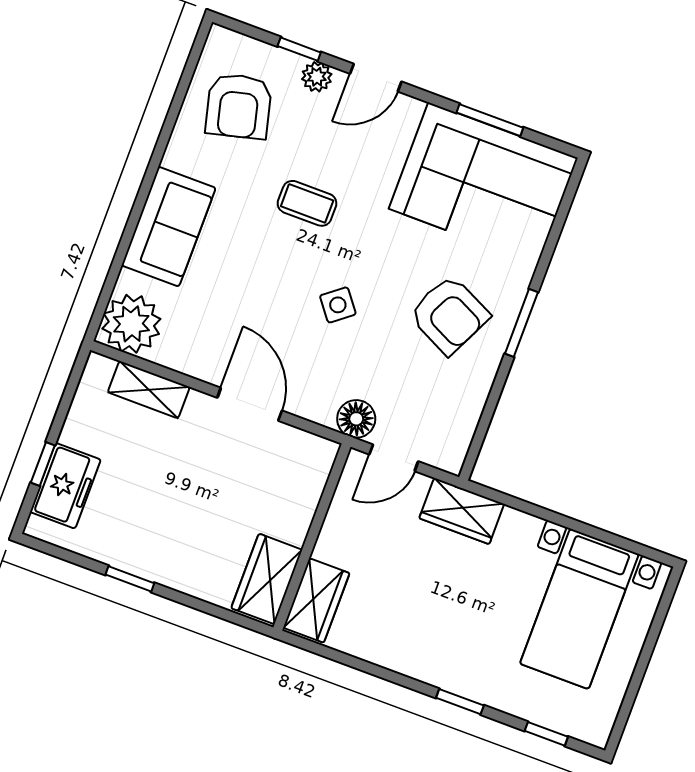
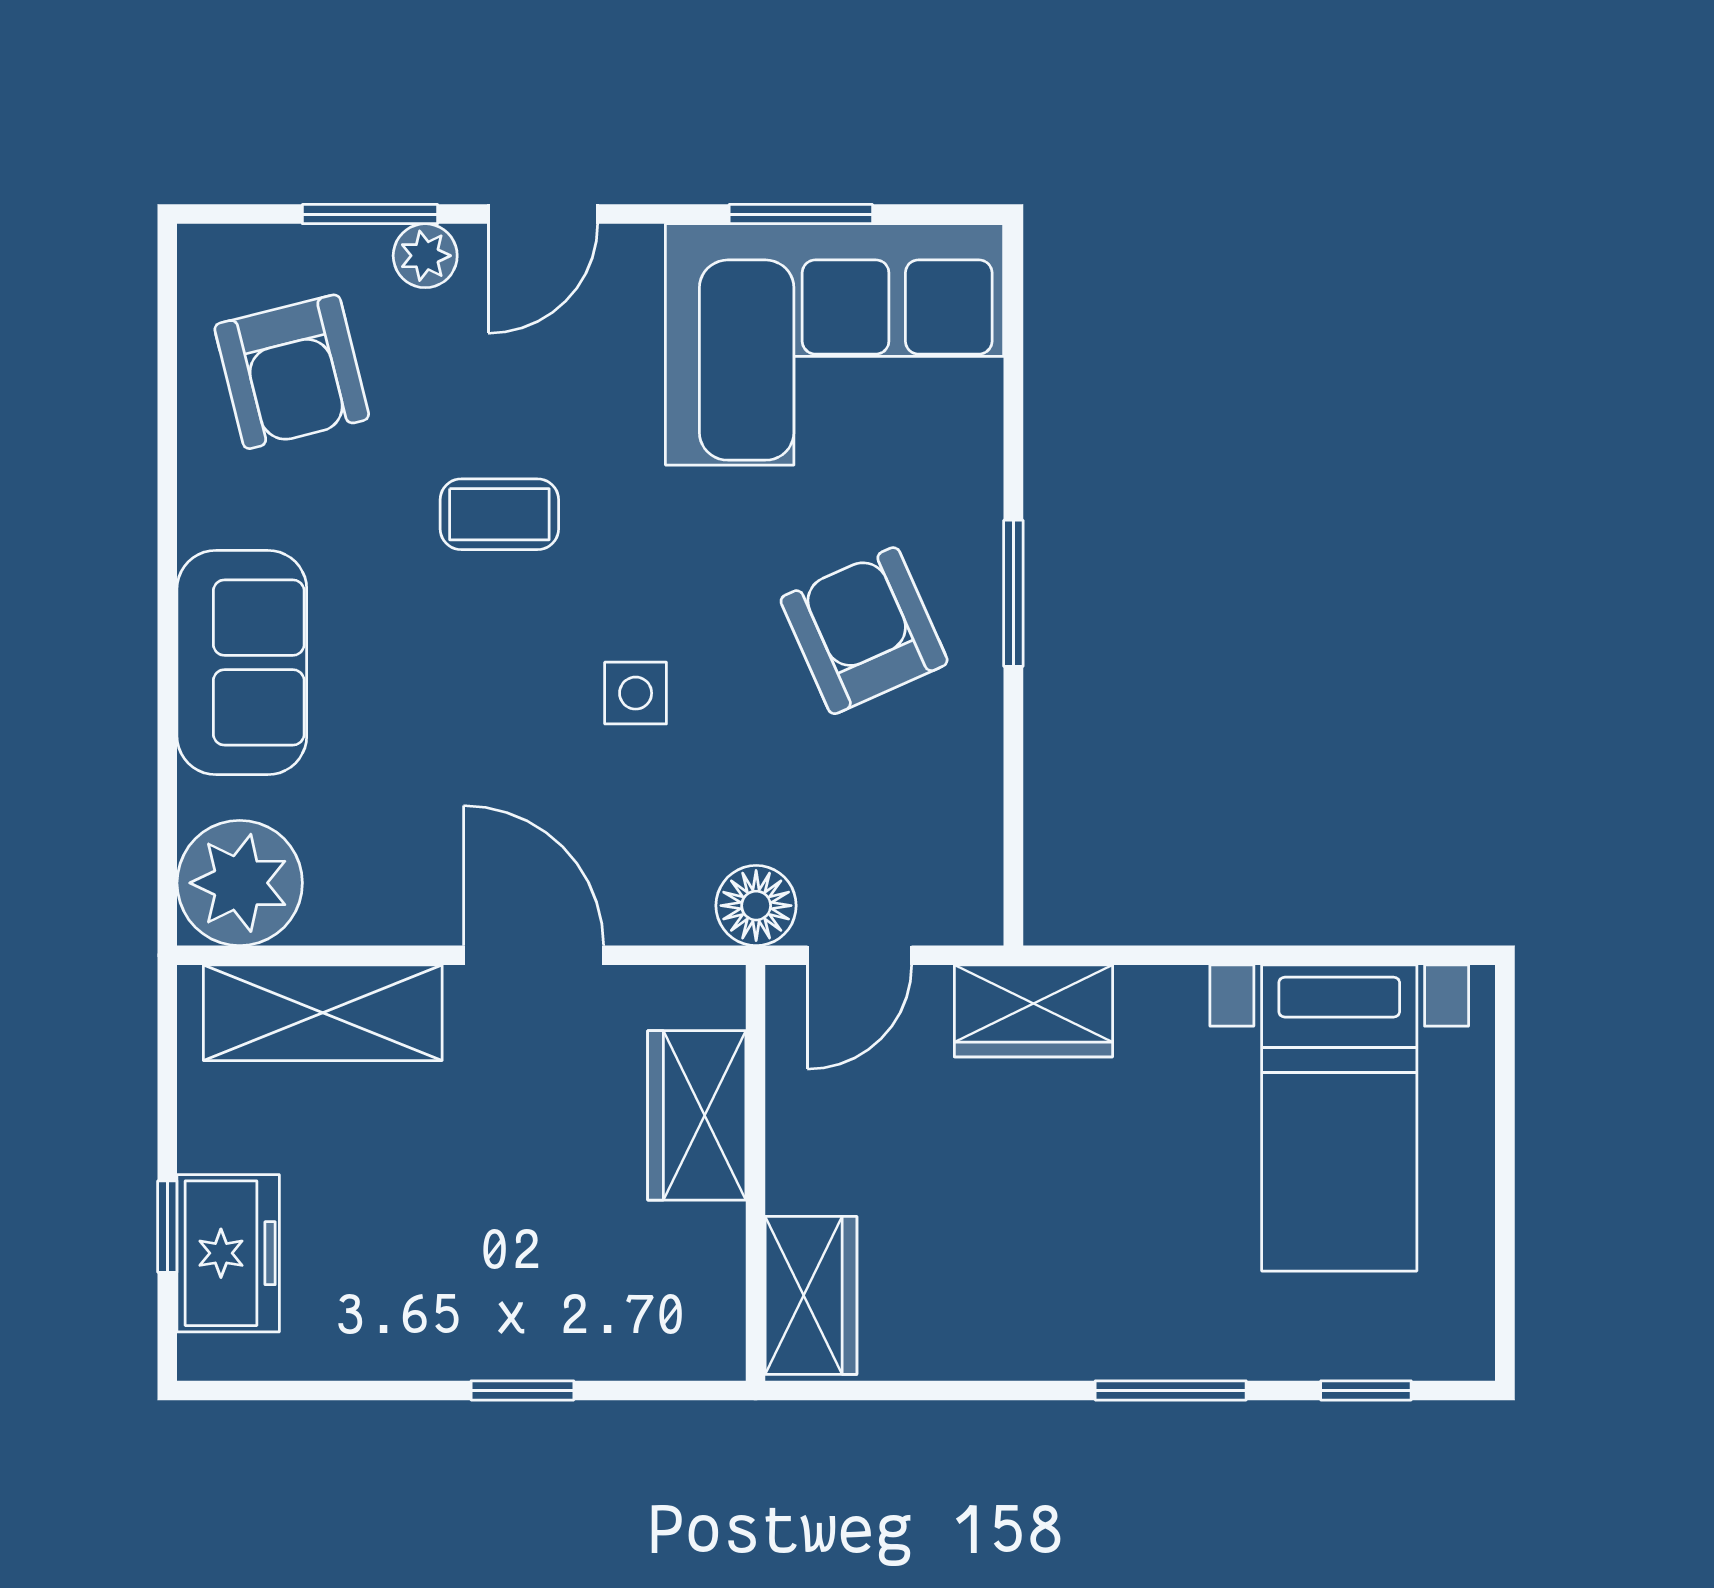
window: (299, 49) -> (370, 214), width x1.50
side table: (338, 305) -> (636, 693), turned 38
armchair: (449, 315) -> (864, 631), turned -140
shelving: (149, 390) -> (323, 1013), width x1.50, depth x1.33
window: (130, 579) -> (522, 1390), moved
wardrobe: (267, 579) -> (697, 1115), moved
window: (460, 702) -> (1171, 1390), width x1.50

